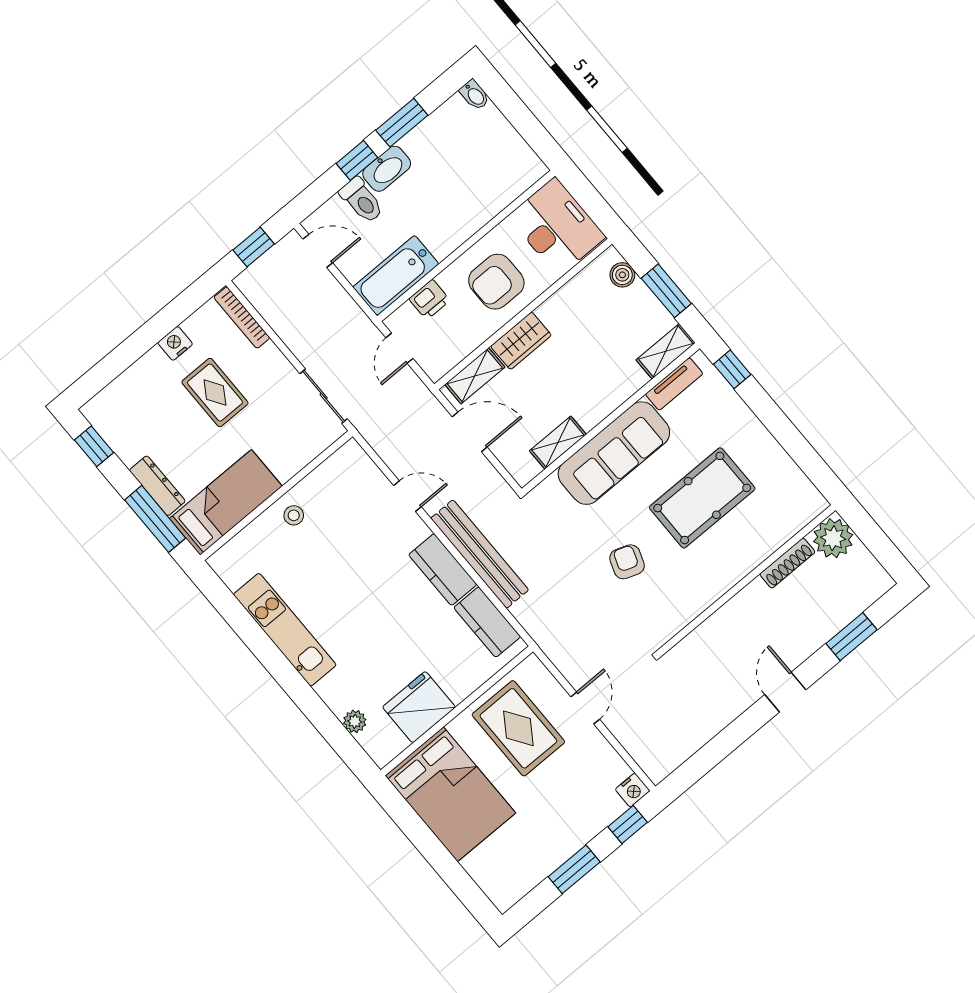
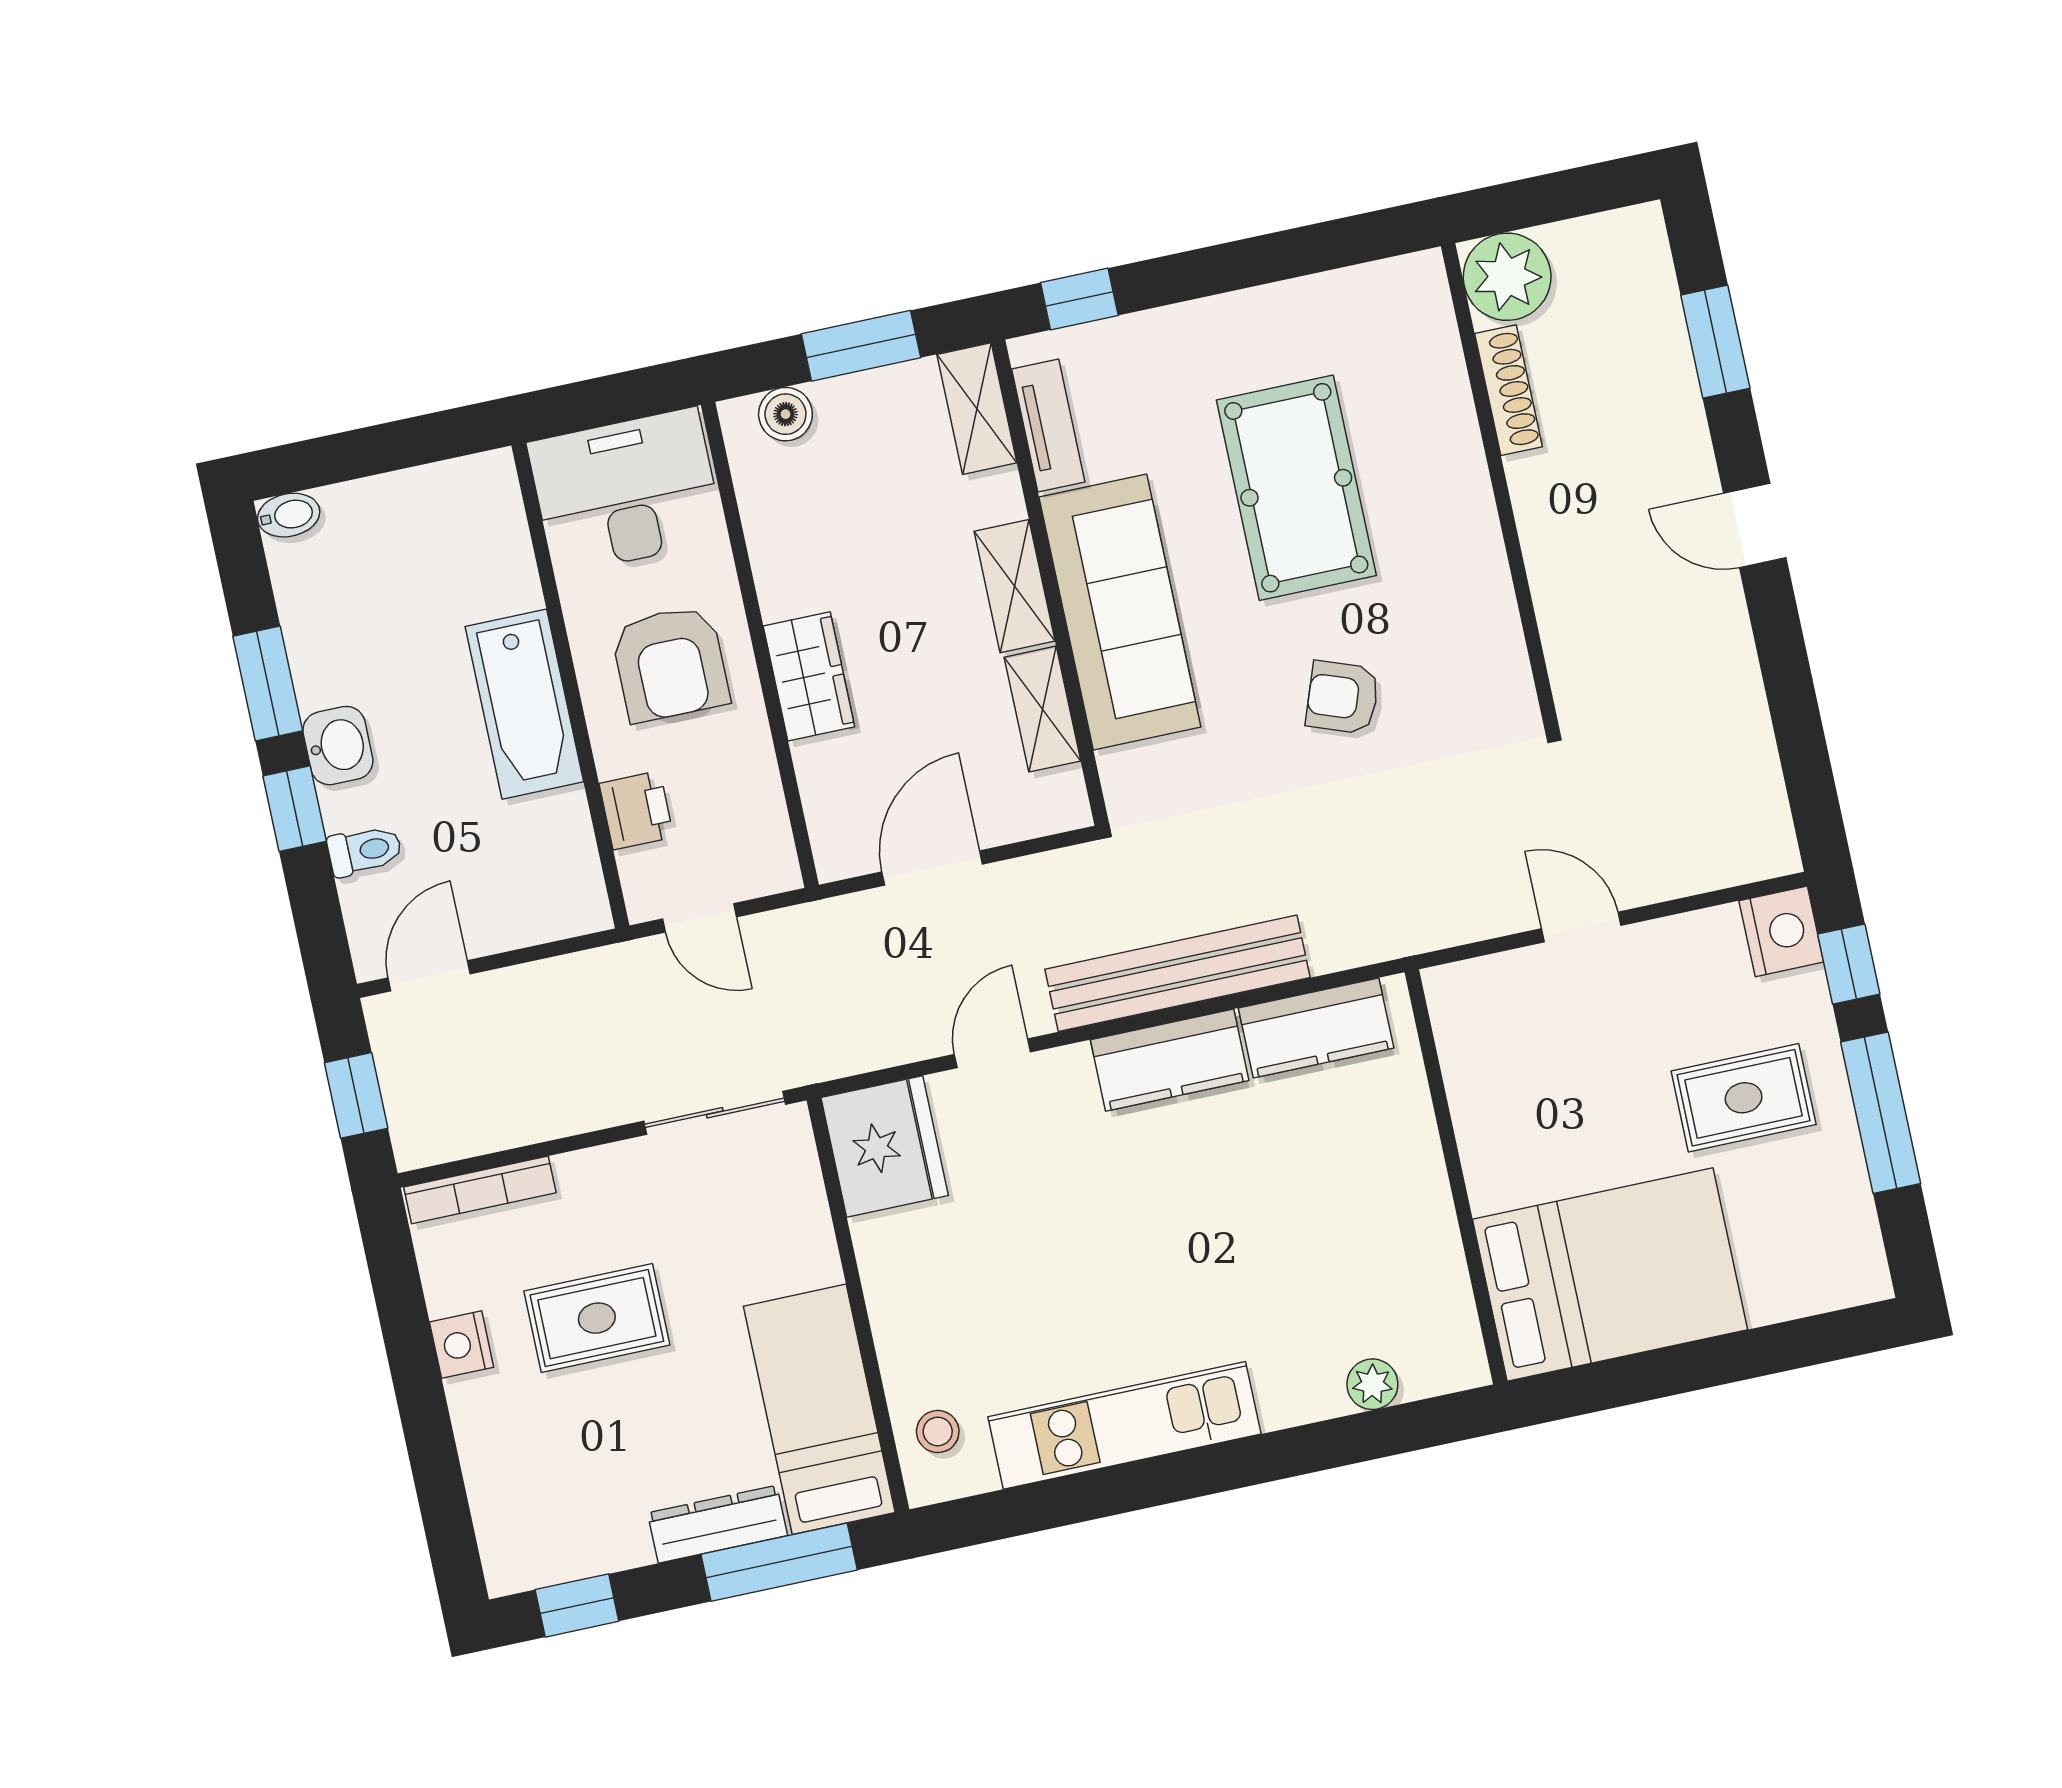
washbasin: (387, 169) -> (338, 746), width x0.72
toilet: (362, 200) -> (365, 851), width x0.73, depth x0.72
bathtub: (396, 275) -> (524, 704), moved
shelving: (475, 376) -> (1015, 586), moved
stool: (294, 515) -> (938, 1432), moved
fridge: (419, 707) -> (885, 1147), moved, turned 180
rug: (518, 728) -> (1744, 1098), moved, width x0.73, depth x0.70
nightstand: (633, 790) -> (1781, 931), width x1.36, depth x1.33
window: (574, 869) -> (1881, 1113), width x1.44

